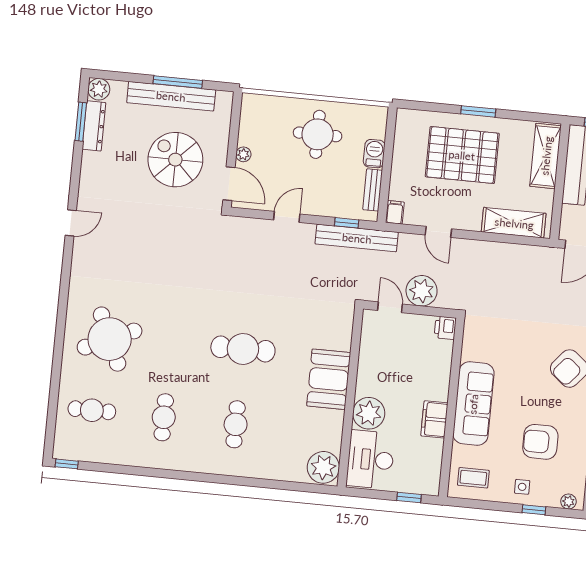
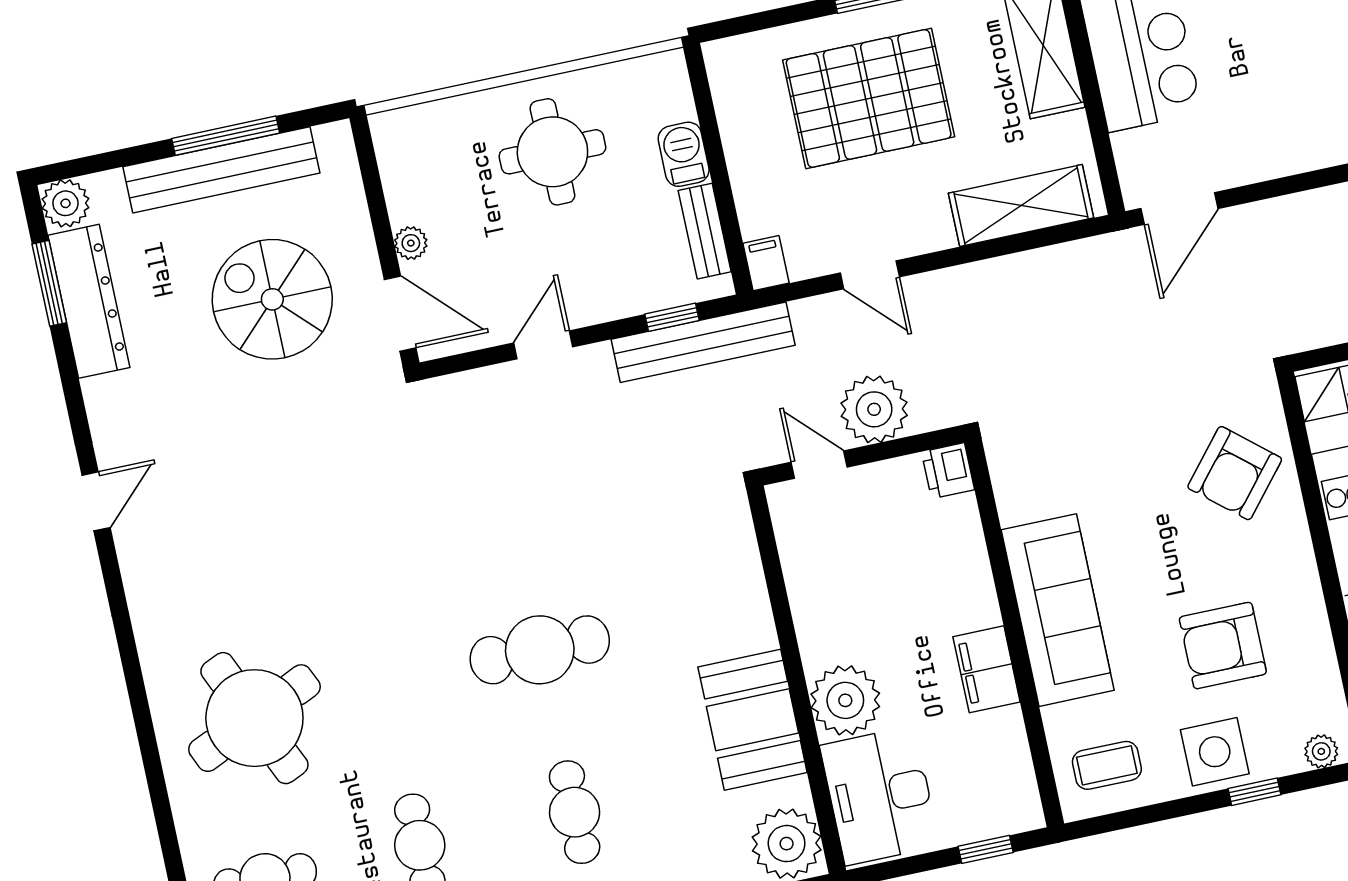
dresser: (94, 126) -> (89, 301), width x1.37, depth x1.24
booth: (329, 379) -> (753, 720), moved
side table: (522, 487) -> (1215, 752), width x1.87, depth x1.87

